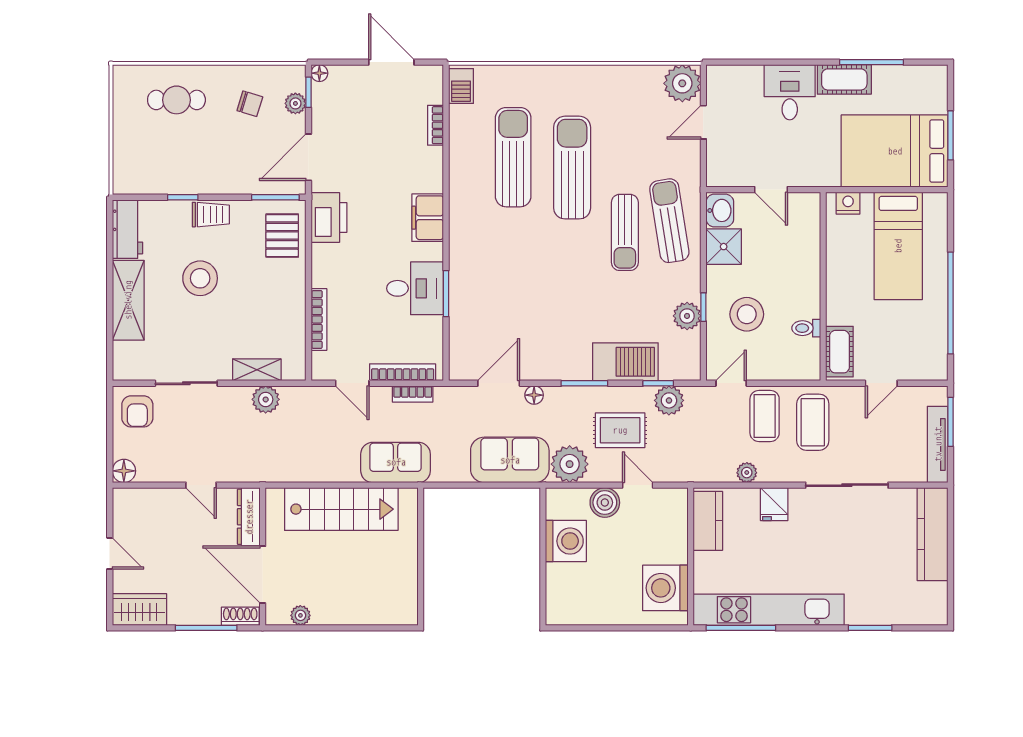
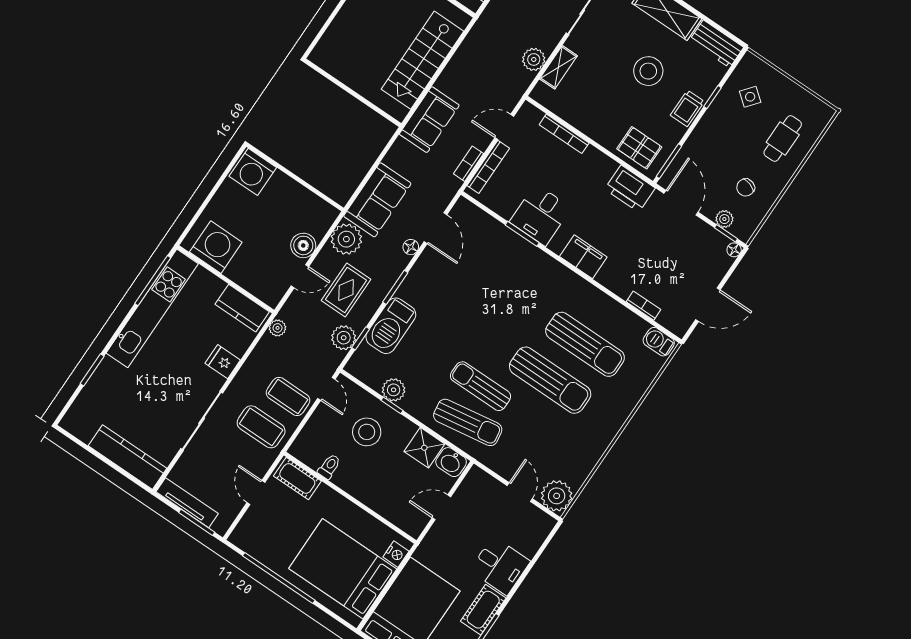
side table: (157, 160) -> (750, 97), added
bed: (898, 246) -> (343, 569), width x1.50
plant: (747, 473) -> (277, 328), moved
washing machine: (566, 541) -> (253, 172), moved

